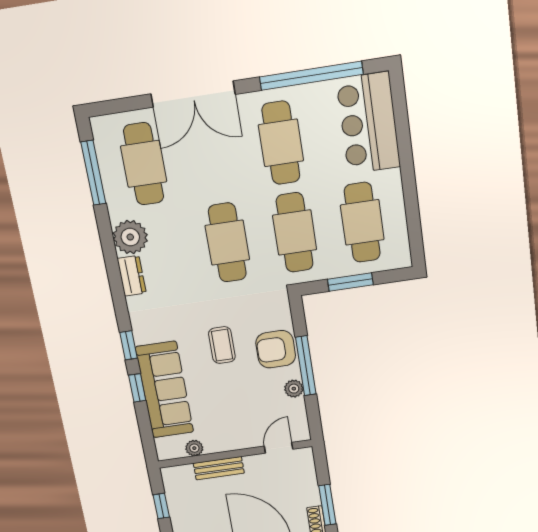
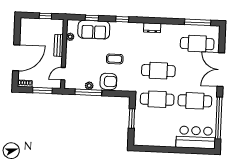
cafe table: (362, 222) -> (156, 128), removed
plant: (130, 237) -> (169, 31), removed
armchair: (276, 349) -> (108, 81), turned 90
window: (306, 366) -> (88, 92), moved
window: (137, 388) -> (92, 18), moved
sofa: (165, 390) -> (94, 30), width x0.73
door: (279, 448) -> (63, 74), swing flipped
window: (327, 505) -> (42, 90), moved

